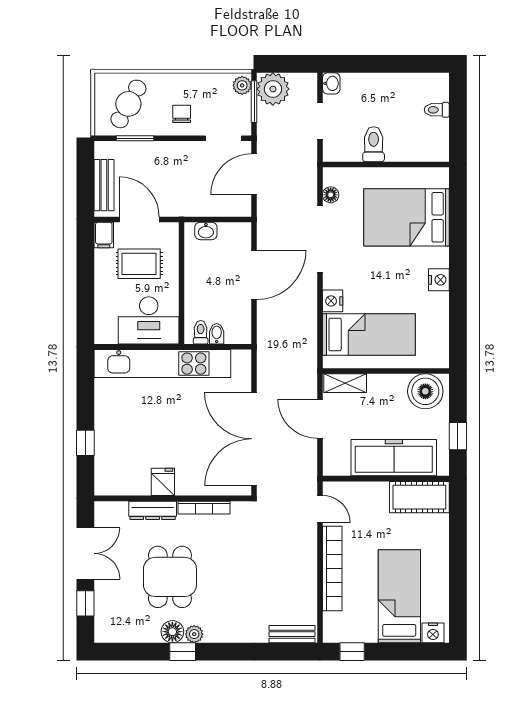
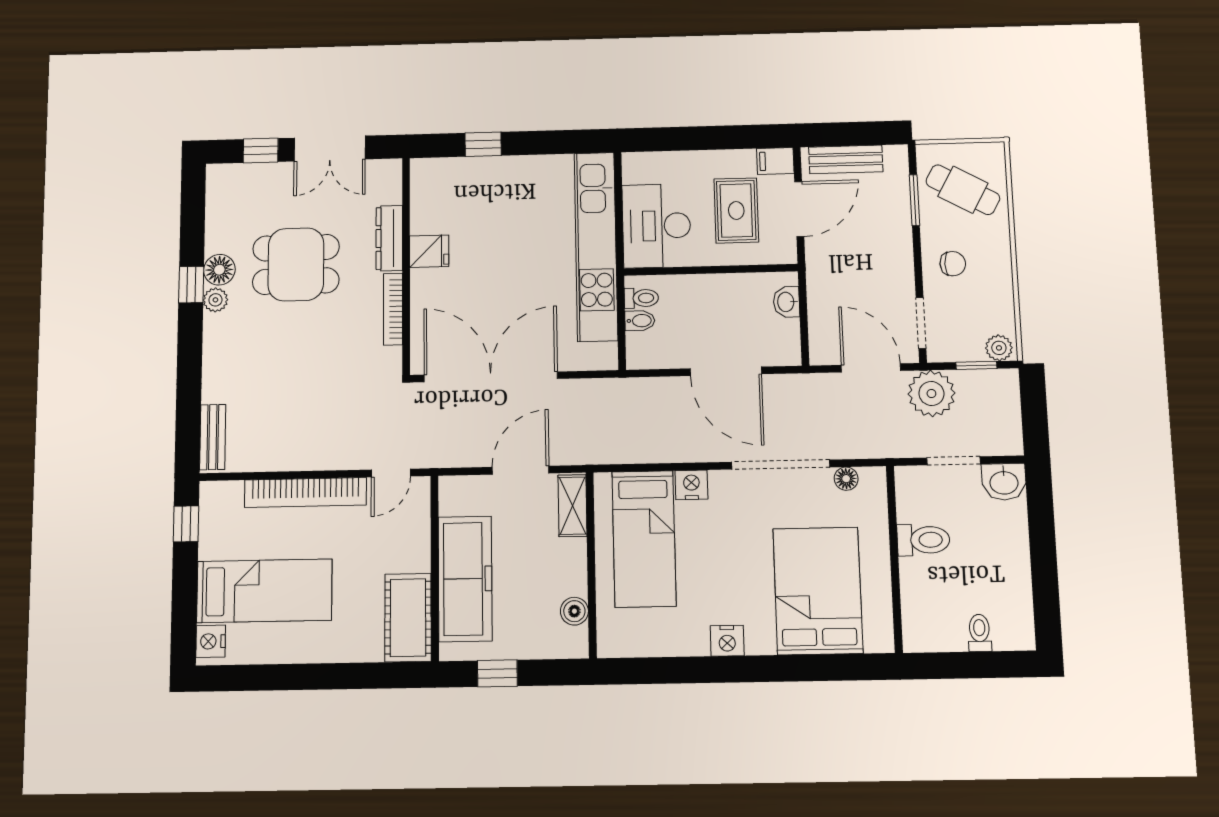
washbasin: (331, 83) -> (1004, 482), width x1.38, depth x1.45
plant: (273, 89) -> (931, 393), moved
window: (254, 102) -> (976, 365), width x0.67
boiler: (425, 391) -> (574, 611), width x0.54, depth x0.54

